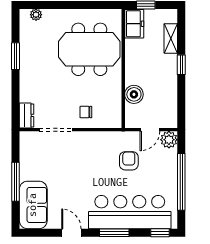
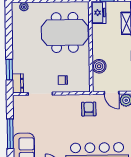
window: (16, 56) -> (9, 70), moved
door: (150, 130) -> (112, 93), hinge flipped
armchair: (129, 161) -> (89, 109), moved

